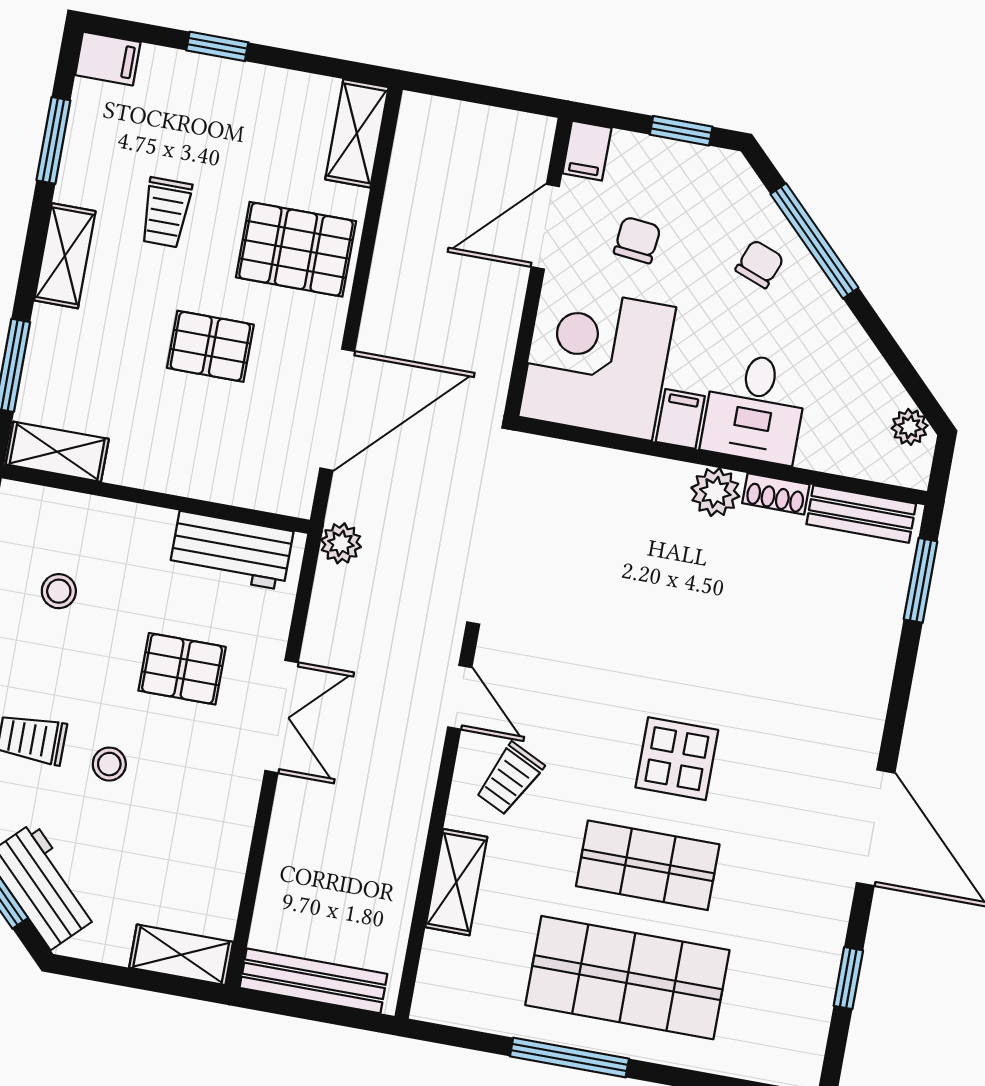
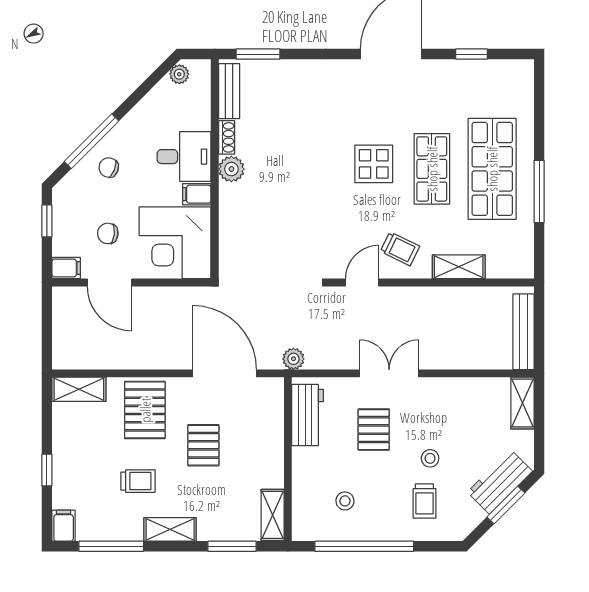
window: (53, 140) -> (111, 546), width x1.44

